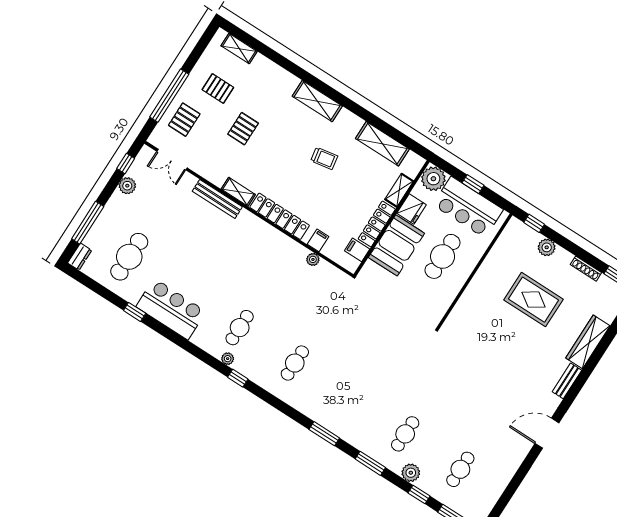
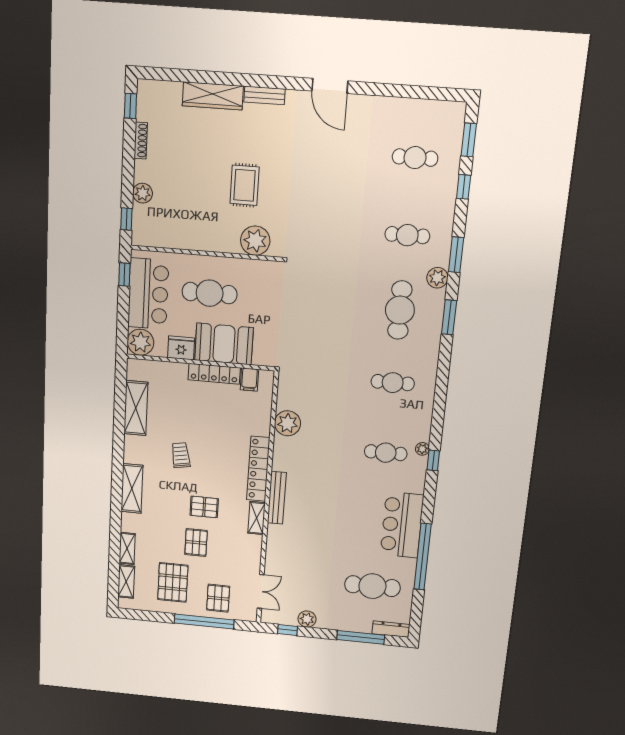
pallet: (218, 89) -> (173, 582), width x1.50, depth x1.42
pallet: (184, 120) -> (218, 598), turned 90
pallet: (243, 129) -> (196, 542), turned 90
pallet: (270, 153) -> (204, 507), added
window: (473, 184) -> (124, 275), moved
shelving: (399, 190) -> (127, 548), moved, turned 90
bench: (217, 199) -> (277, 498), moved
filing cabinet: (318, 240) -> (261, 421), removed
dresser: (80, 257) -> (391, 629), width x1.44
plant: (313, 259) -> (287, 423), width x1.87, depth x1.87
rug: (533, 300) -> (244, 185), moved, width x0.73, depth x0.70
window: (135, 312) -> (423, 557), width x3.17
plant: (464, 315) -> (255, 241), added
window: (238, 378) -> (433, 460), moved
cafe table: (350, 398) -> (400, 310), added
plant: (411, 473) -> (437, 278), moved

